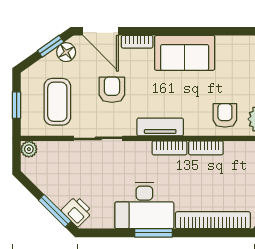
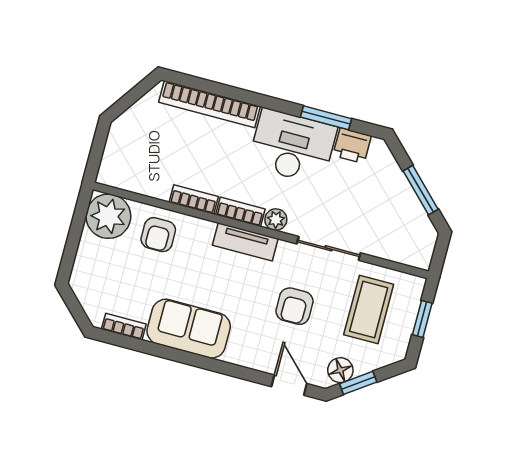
door: (101, 31) -> (289, 385), width x0.73
bookcase: (137, 42) -> (124, 327), moved
plant: (29, 149) -> (276, 220), moved
window: (55, 211) -> (421, 190), moved
printer: (77, 211) -> (352, 146), moved, turned -45
window: (153, 233) -> (326, 118), moved

